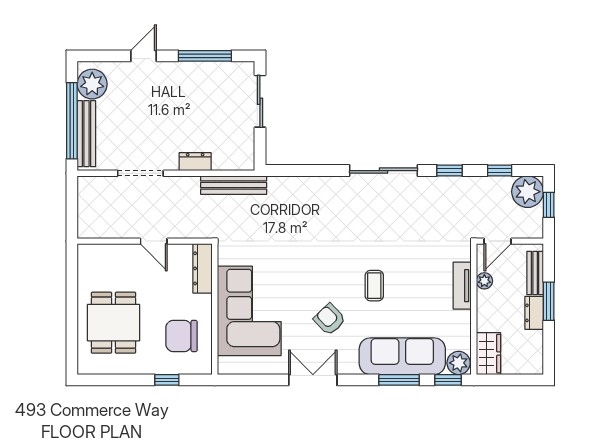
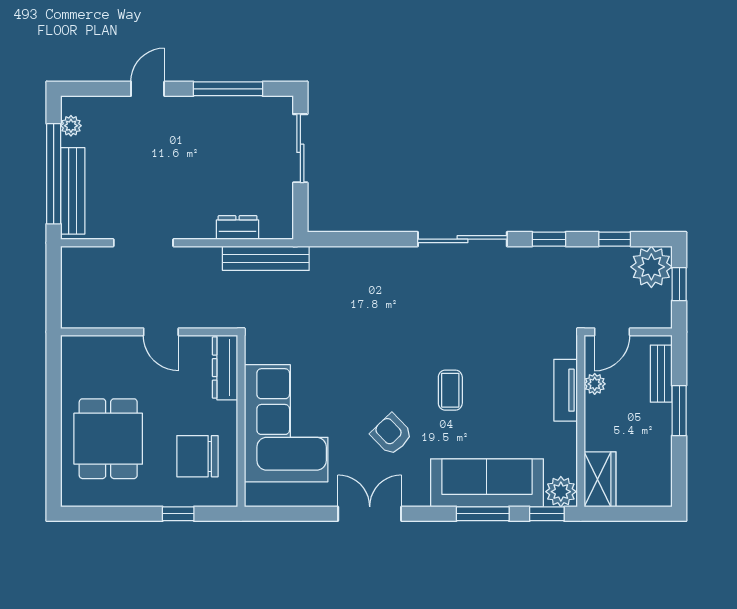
plant: (92, 84) -> (71, 126), width x0.53, depth x0.53
dresser: (195, 162) -> (238, 228), moved
dresser: (534, 313) -> (660, 426), removed

